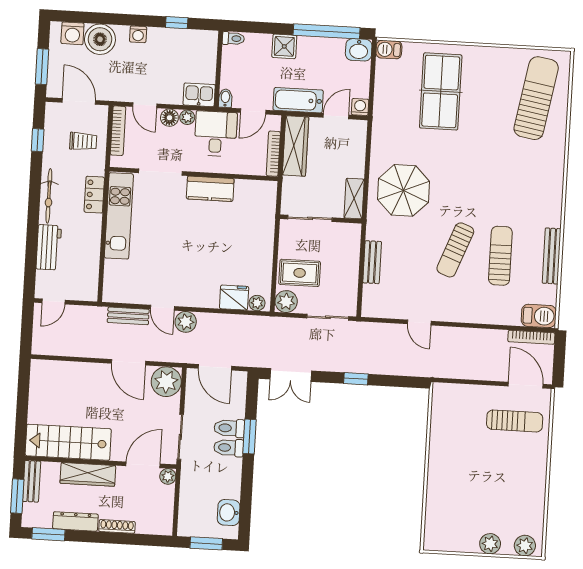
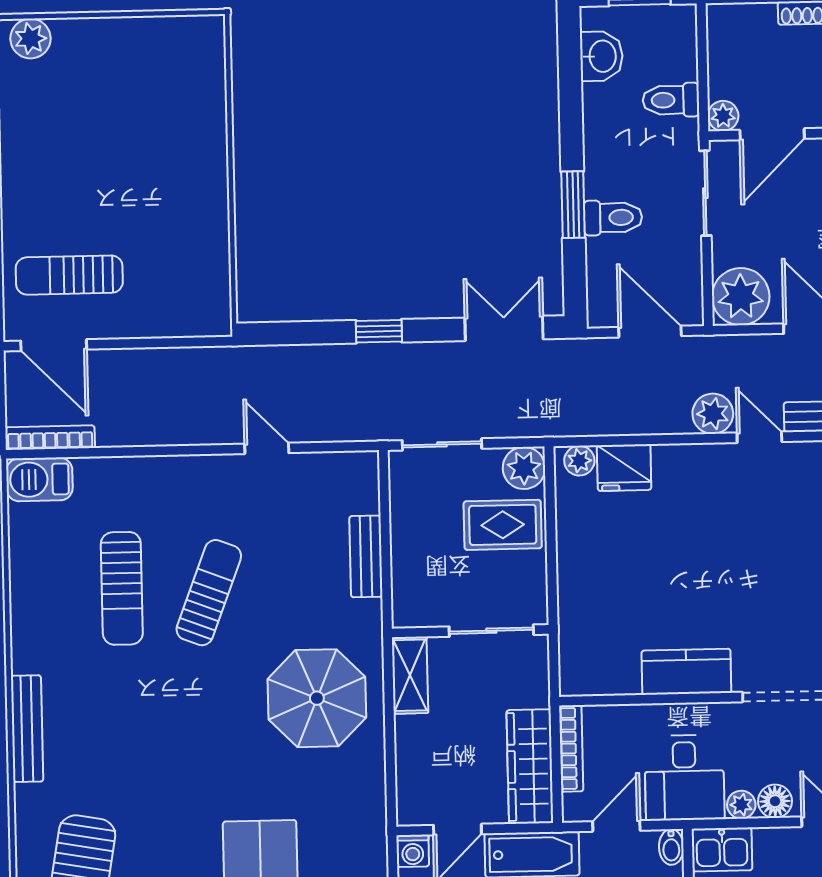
bench: (552, 256) -> (27, 729), moved
toilet: (229, 448) -> (671, 100), moved, turned 180
plant: (490, 544) -> (97, 37), removed

